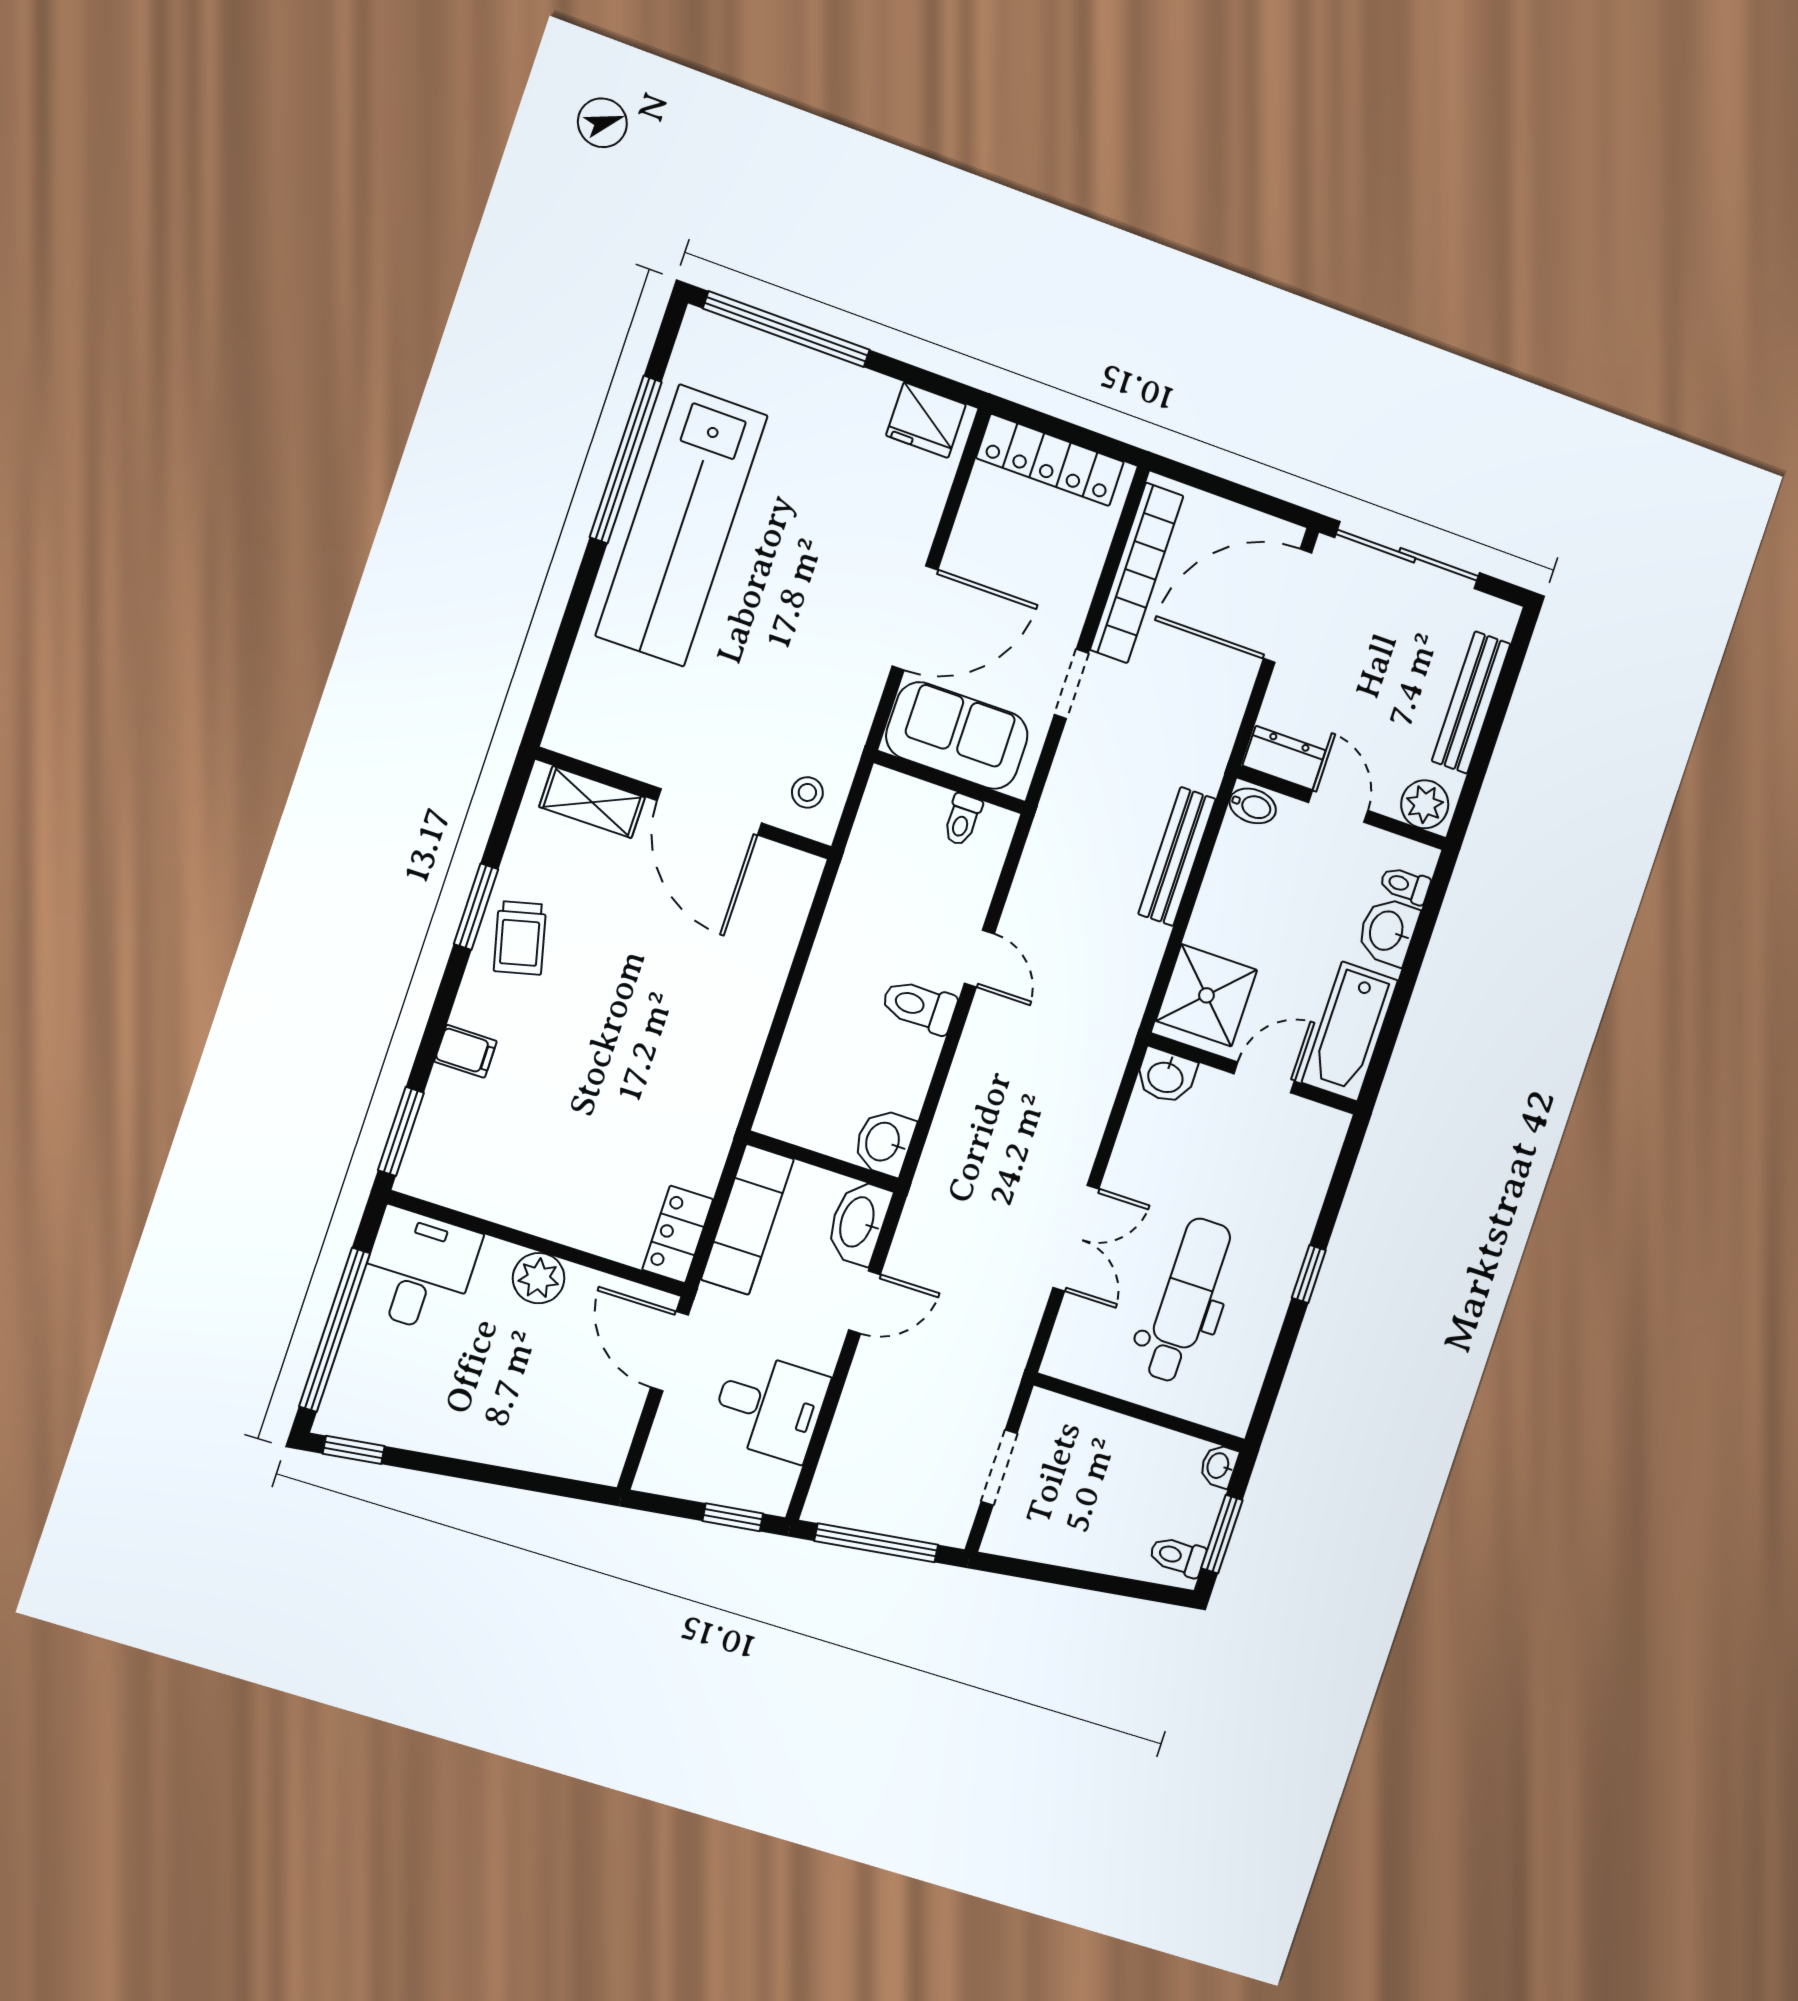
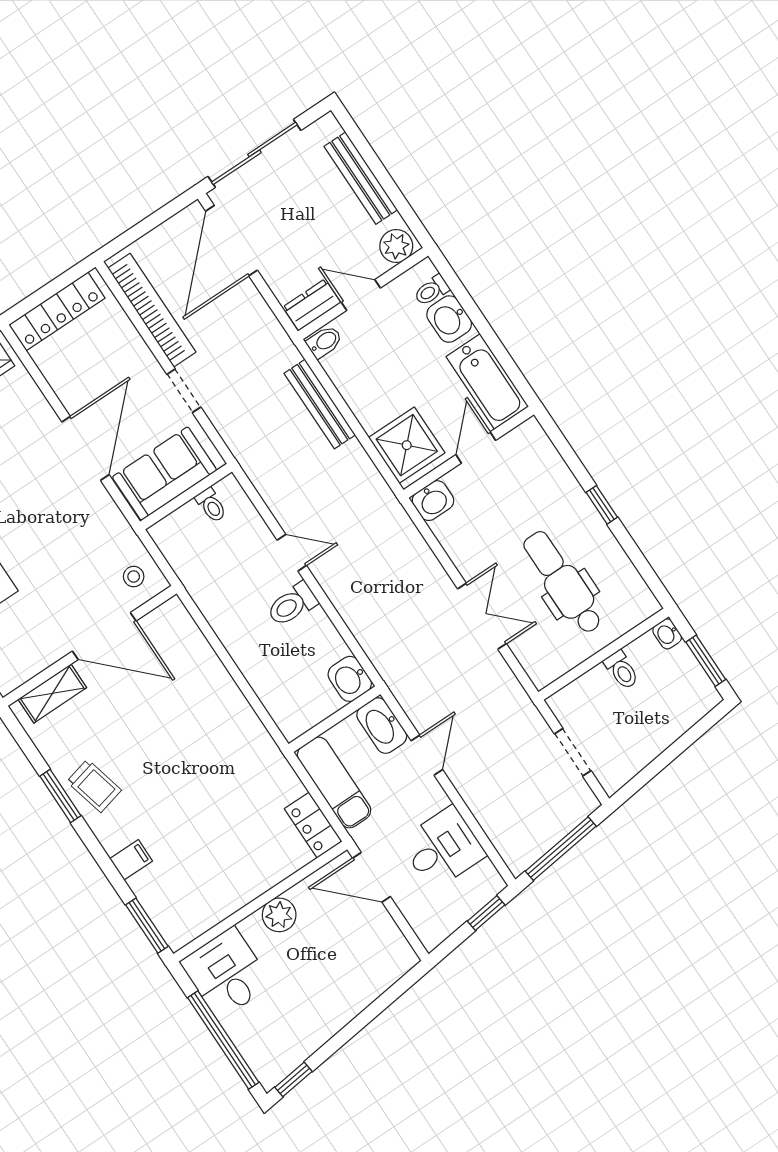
toilet: (1177, 1556) -> (622, 670), moved, turned -90

